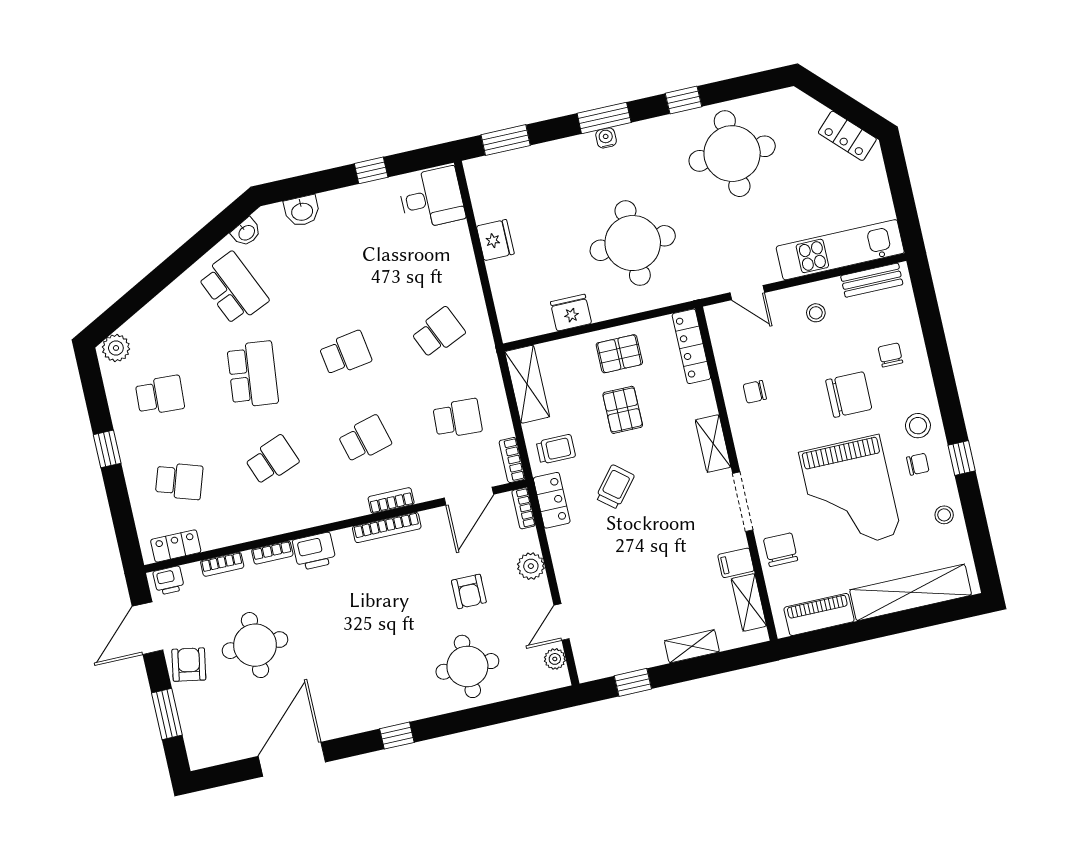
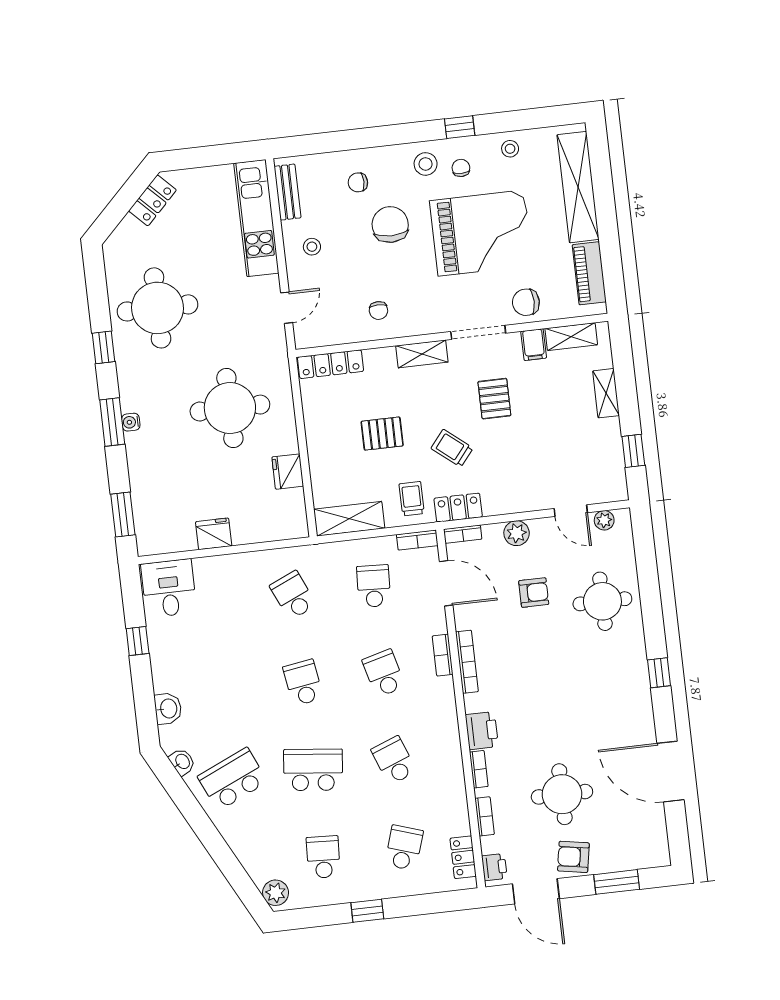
pallet: (619, 354) -> (494, 399), moved

